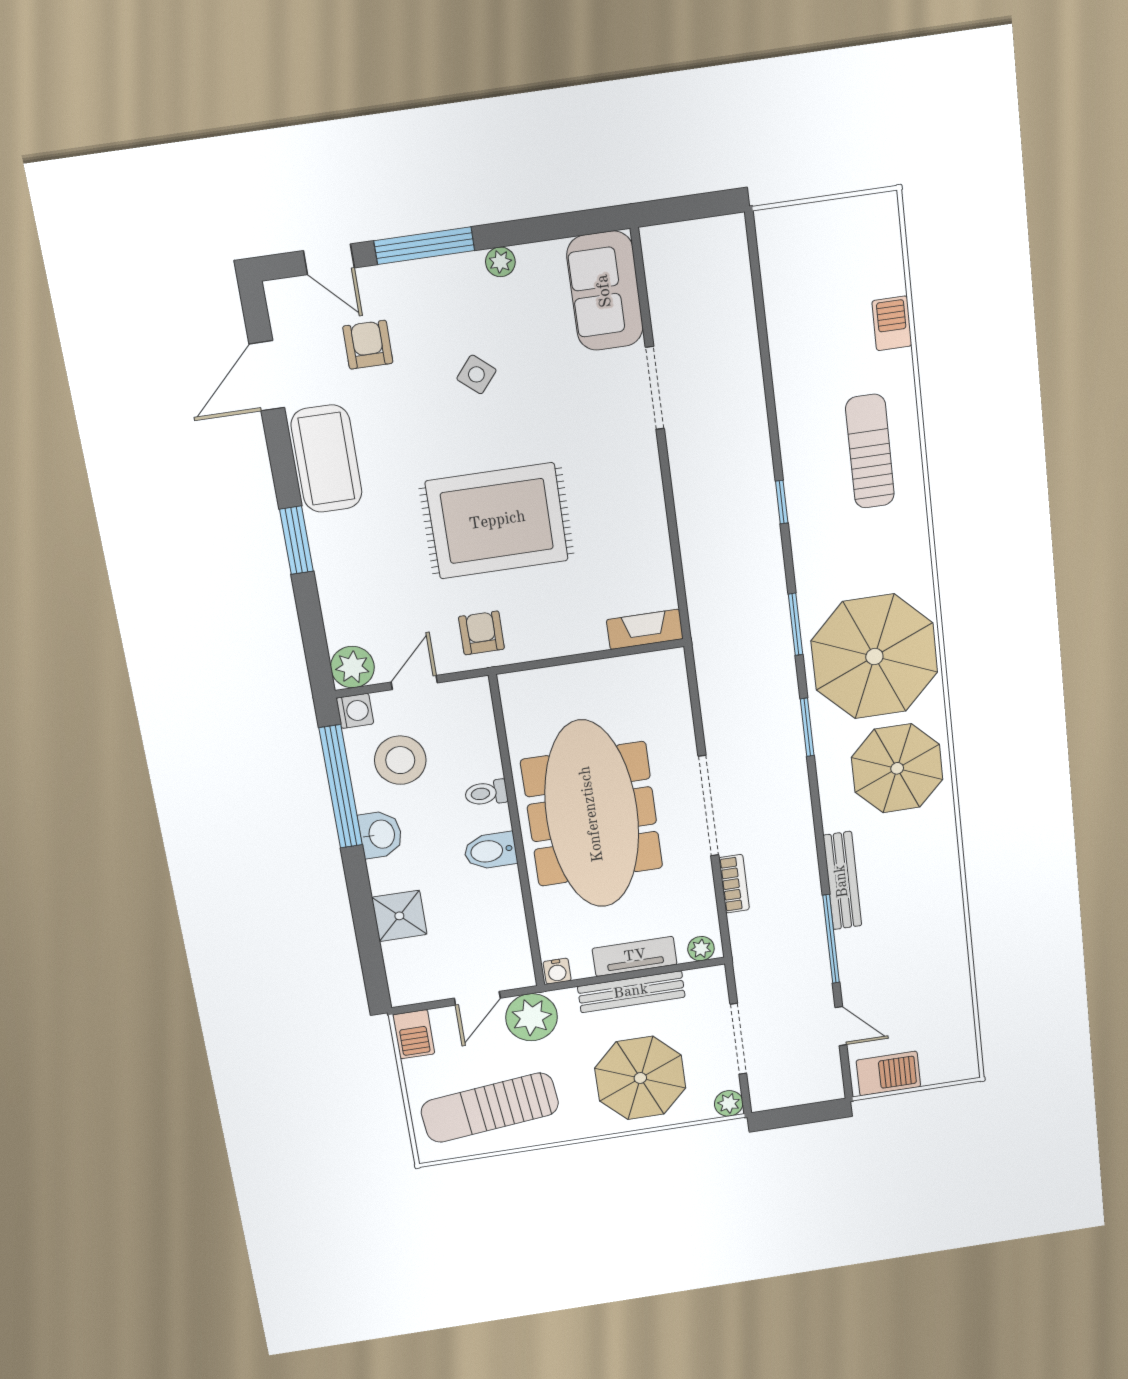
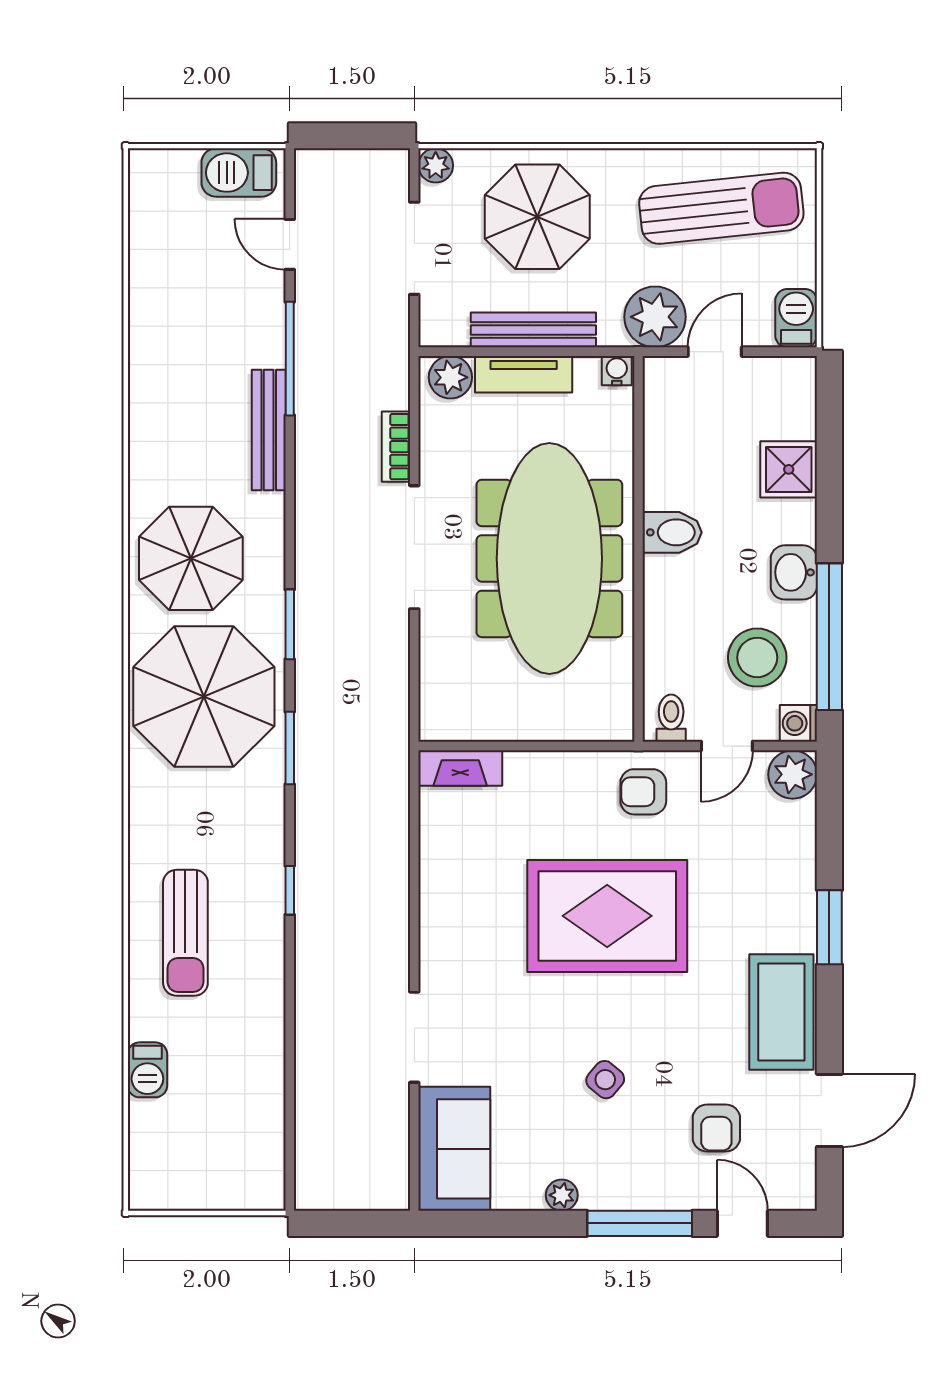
armchair: (481, 633) -> (643, 792), turned 90
toilet: (486, 793) -> (671, 718), moved, turned -90
plant: (701, 949) -> (450, 377), width x1.38, depth x1.38

